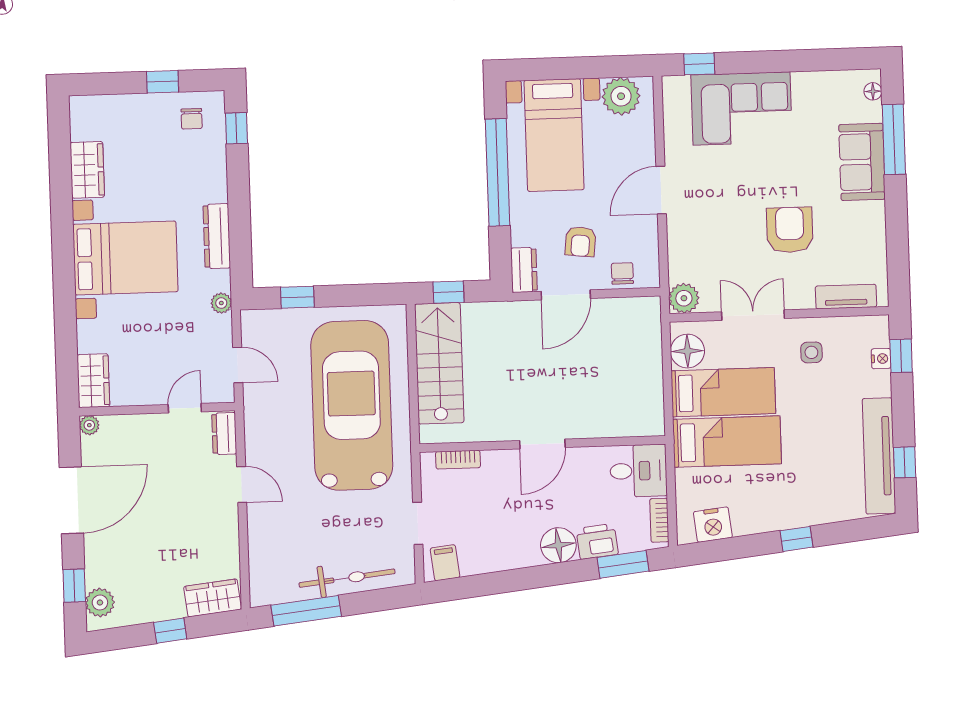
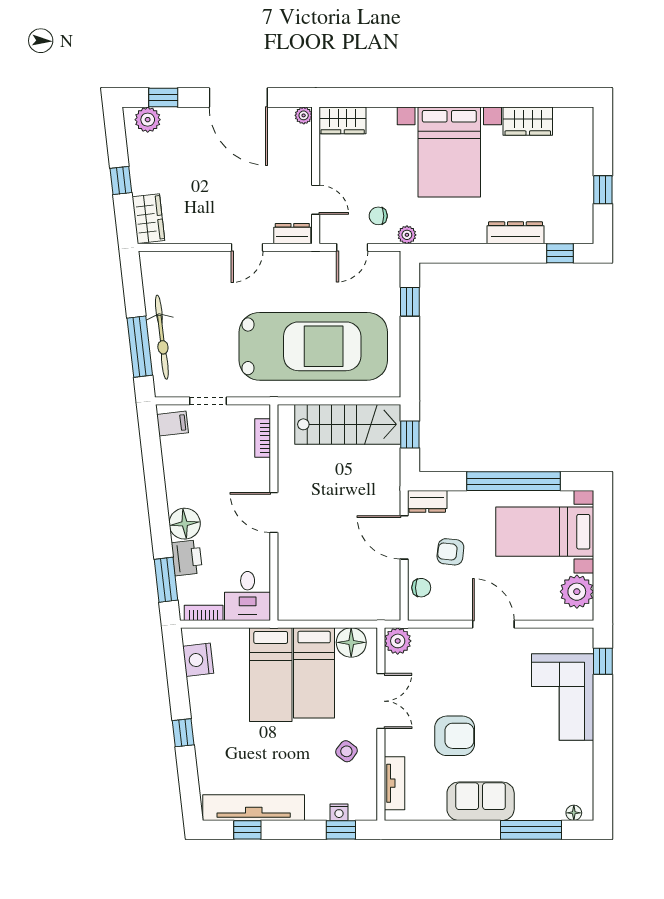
chair: (192, 119) -> (378, 216), moved
sofa: (862, 162) -> (481, 801), moved
dresser: (217, 236) -> (515, 233), moved
side table: (811, 352) -> (346, 751), turned 37
window: (306, 611) -> (140, 347), moved

